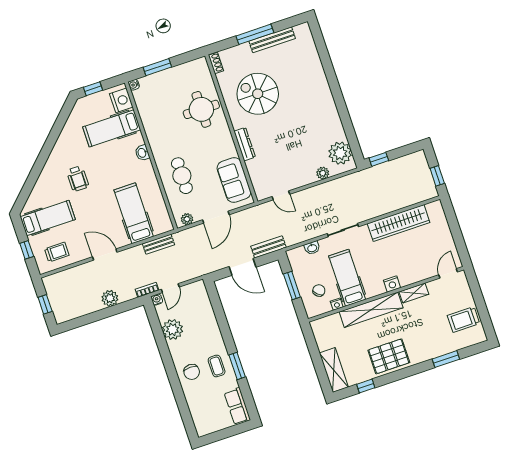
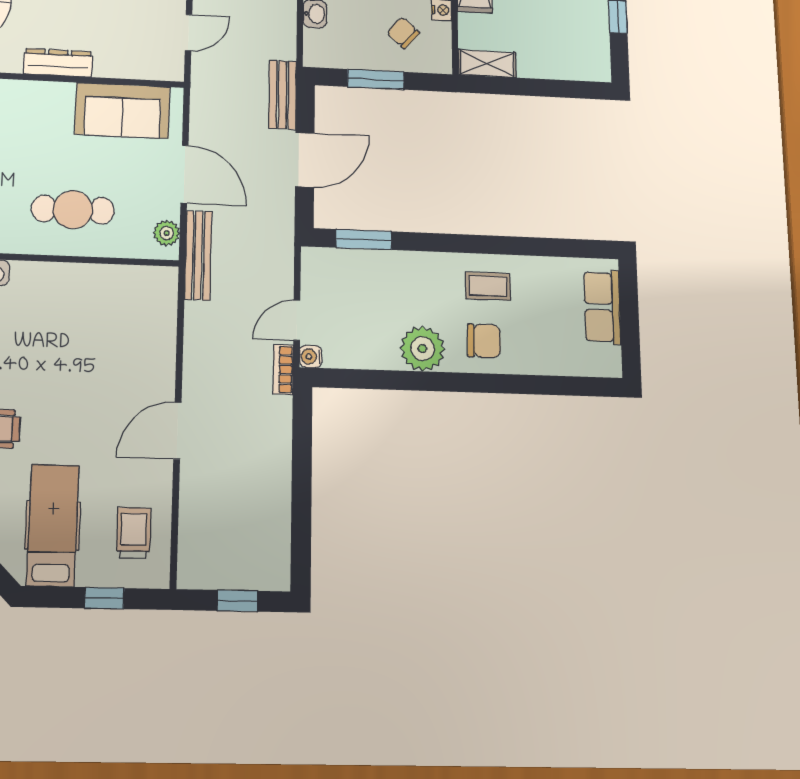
hospital bed: (134, 213) -> (113, 337), removed
bench: (158, 244) -> (198, 255), moved, width x1.36
door: (170, 288) -> (297, 320), swing flipped
plant: (110, 298) -> (274, 454), removed
plant: (173, 329) -> (422, 349), moved
window: (237, 366) -> (364, 240), moved
shelving: (334, 370) -> (487, 64), moved, width x0.67, depth x0.75
row of seats: (237, 406) -> (602, 307), moved, turned 90

